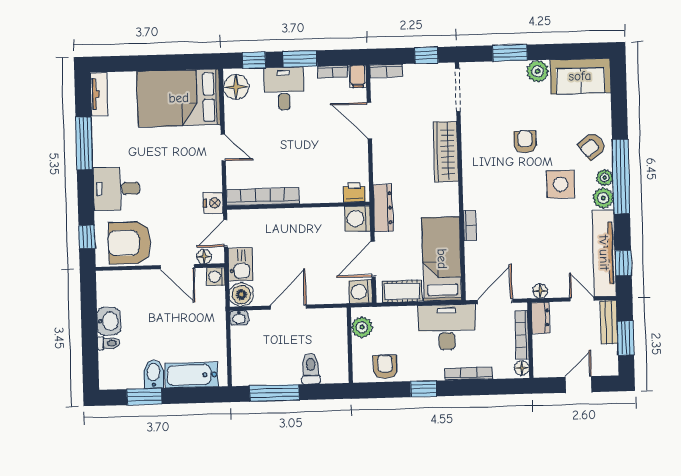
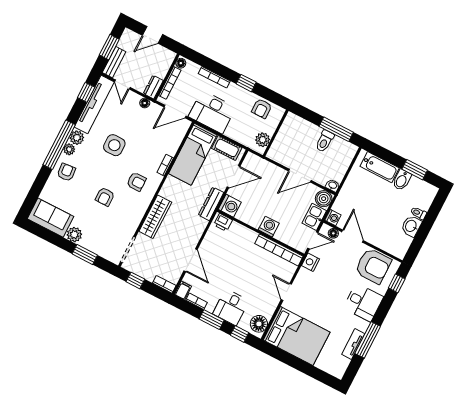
tv unit: (99, 94) -> (353, 344), moved
armchair: (592, 146) -> (66, 172), turned -58
armchair: (495, 184) -> (136, 182), added
side table: (561, 184) -> (114, 145), moved
washing machine: (361, 292) -> (269, 227), moved, turned -90
toilet: (311, 369) -> (325, 141), moved

